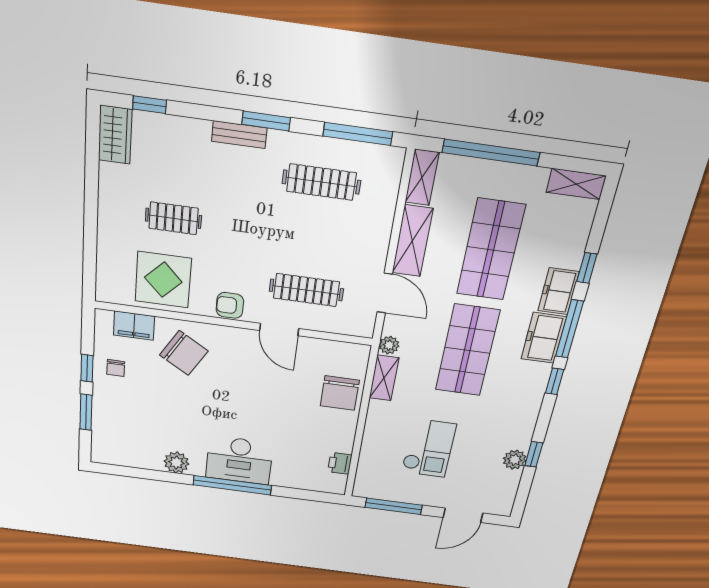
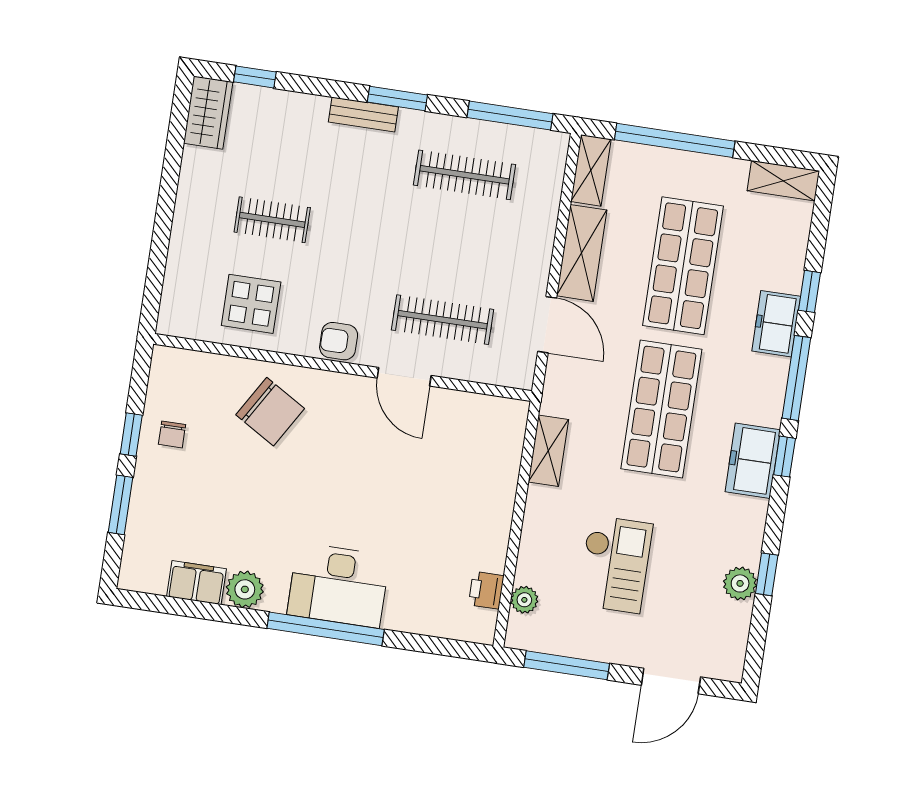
display table: (163, 280) -> (251, 304), width x0.73, depth x0.73
filing cabinet: (134, 326) -> (196, 583), moved, turned 180
freezer: (544, 338) -> (753, 461), moved
plant: (389, 345) -> (524, 600), moved
chair: (340, 393) -> (487, 474), removed

